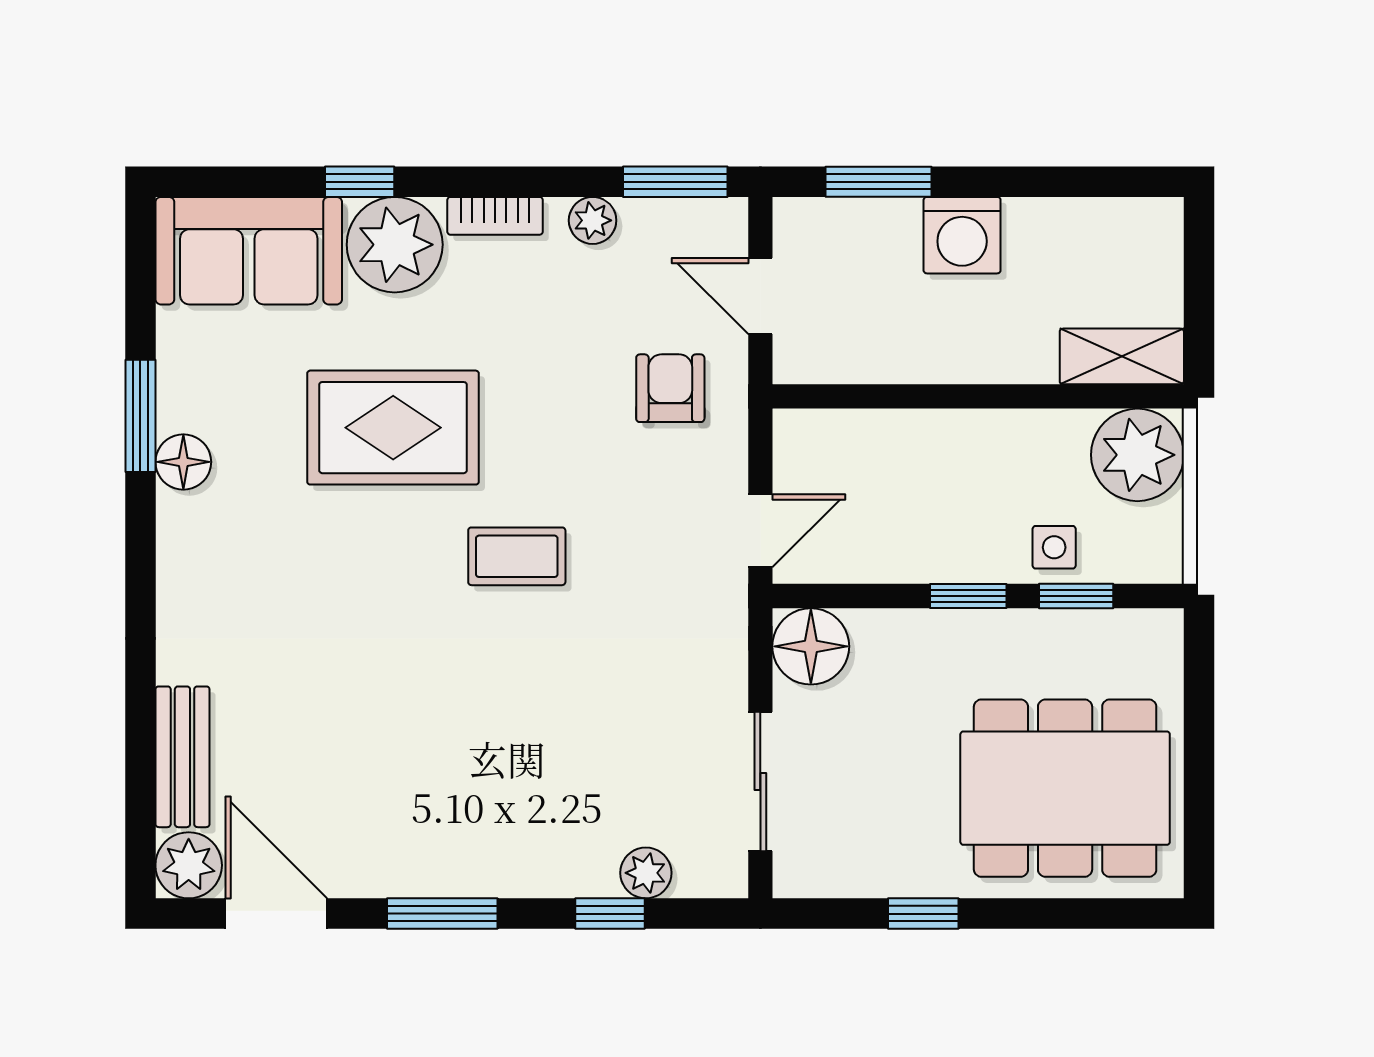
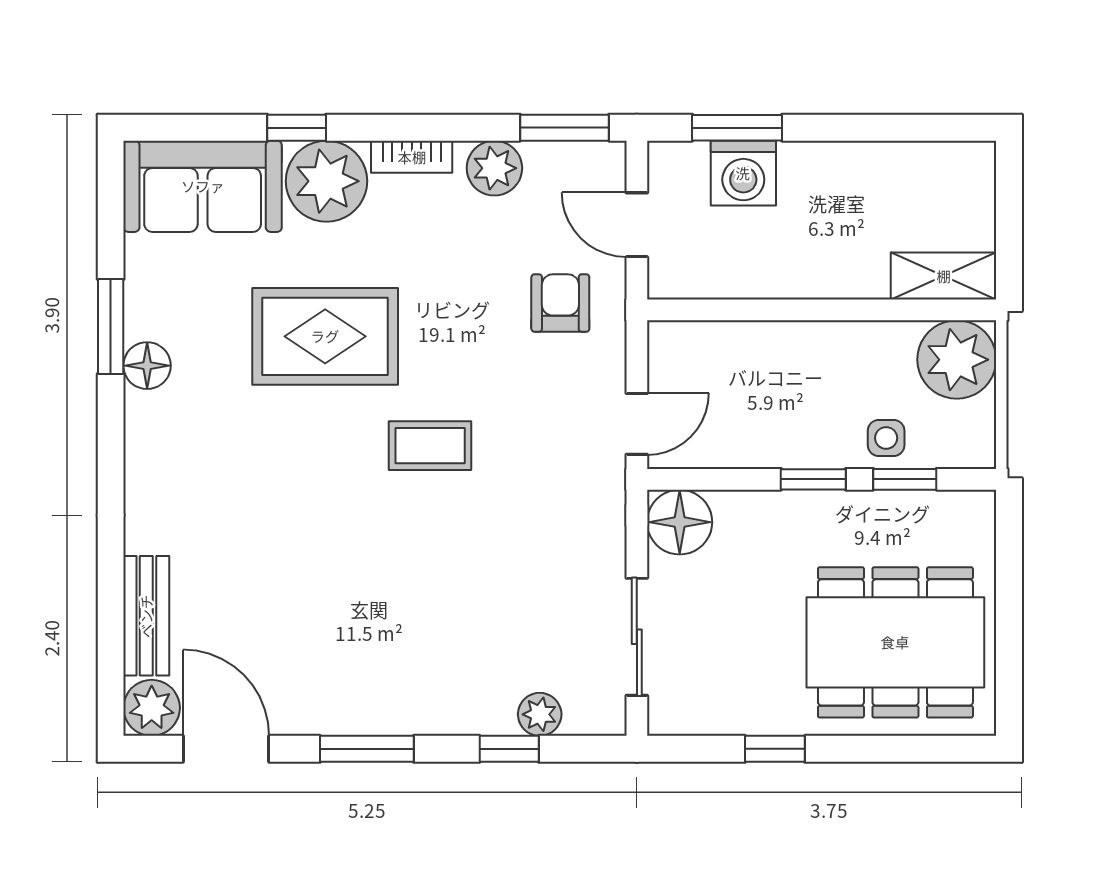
plant: (593, 220) -> (494, 168), width x1.38, depth x1.38
washing machine: (962, 235) -> (743, 173), moved

